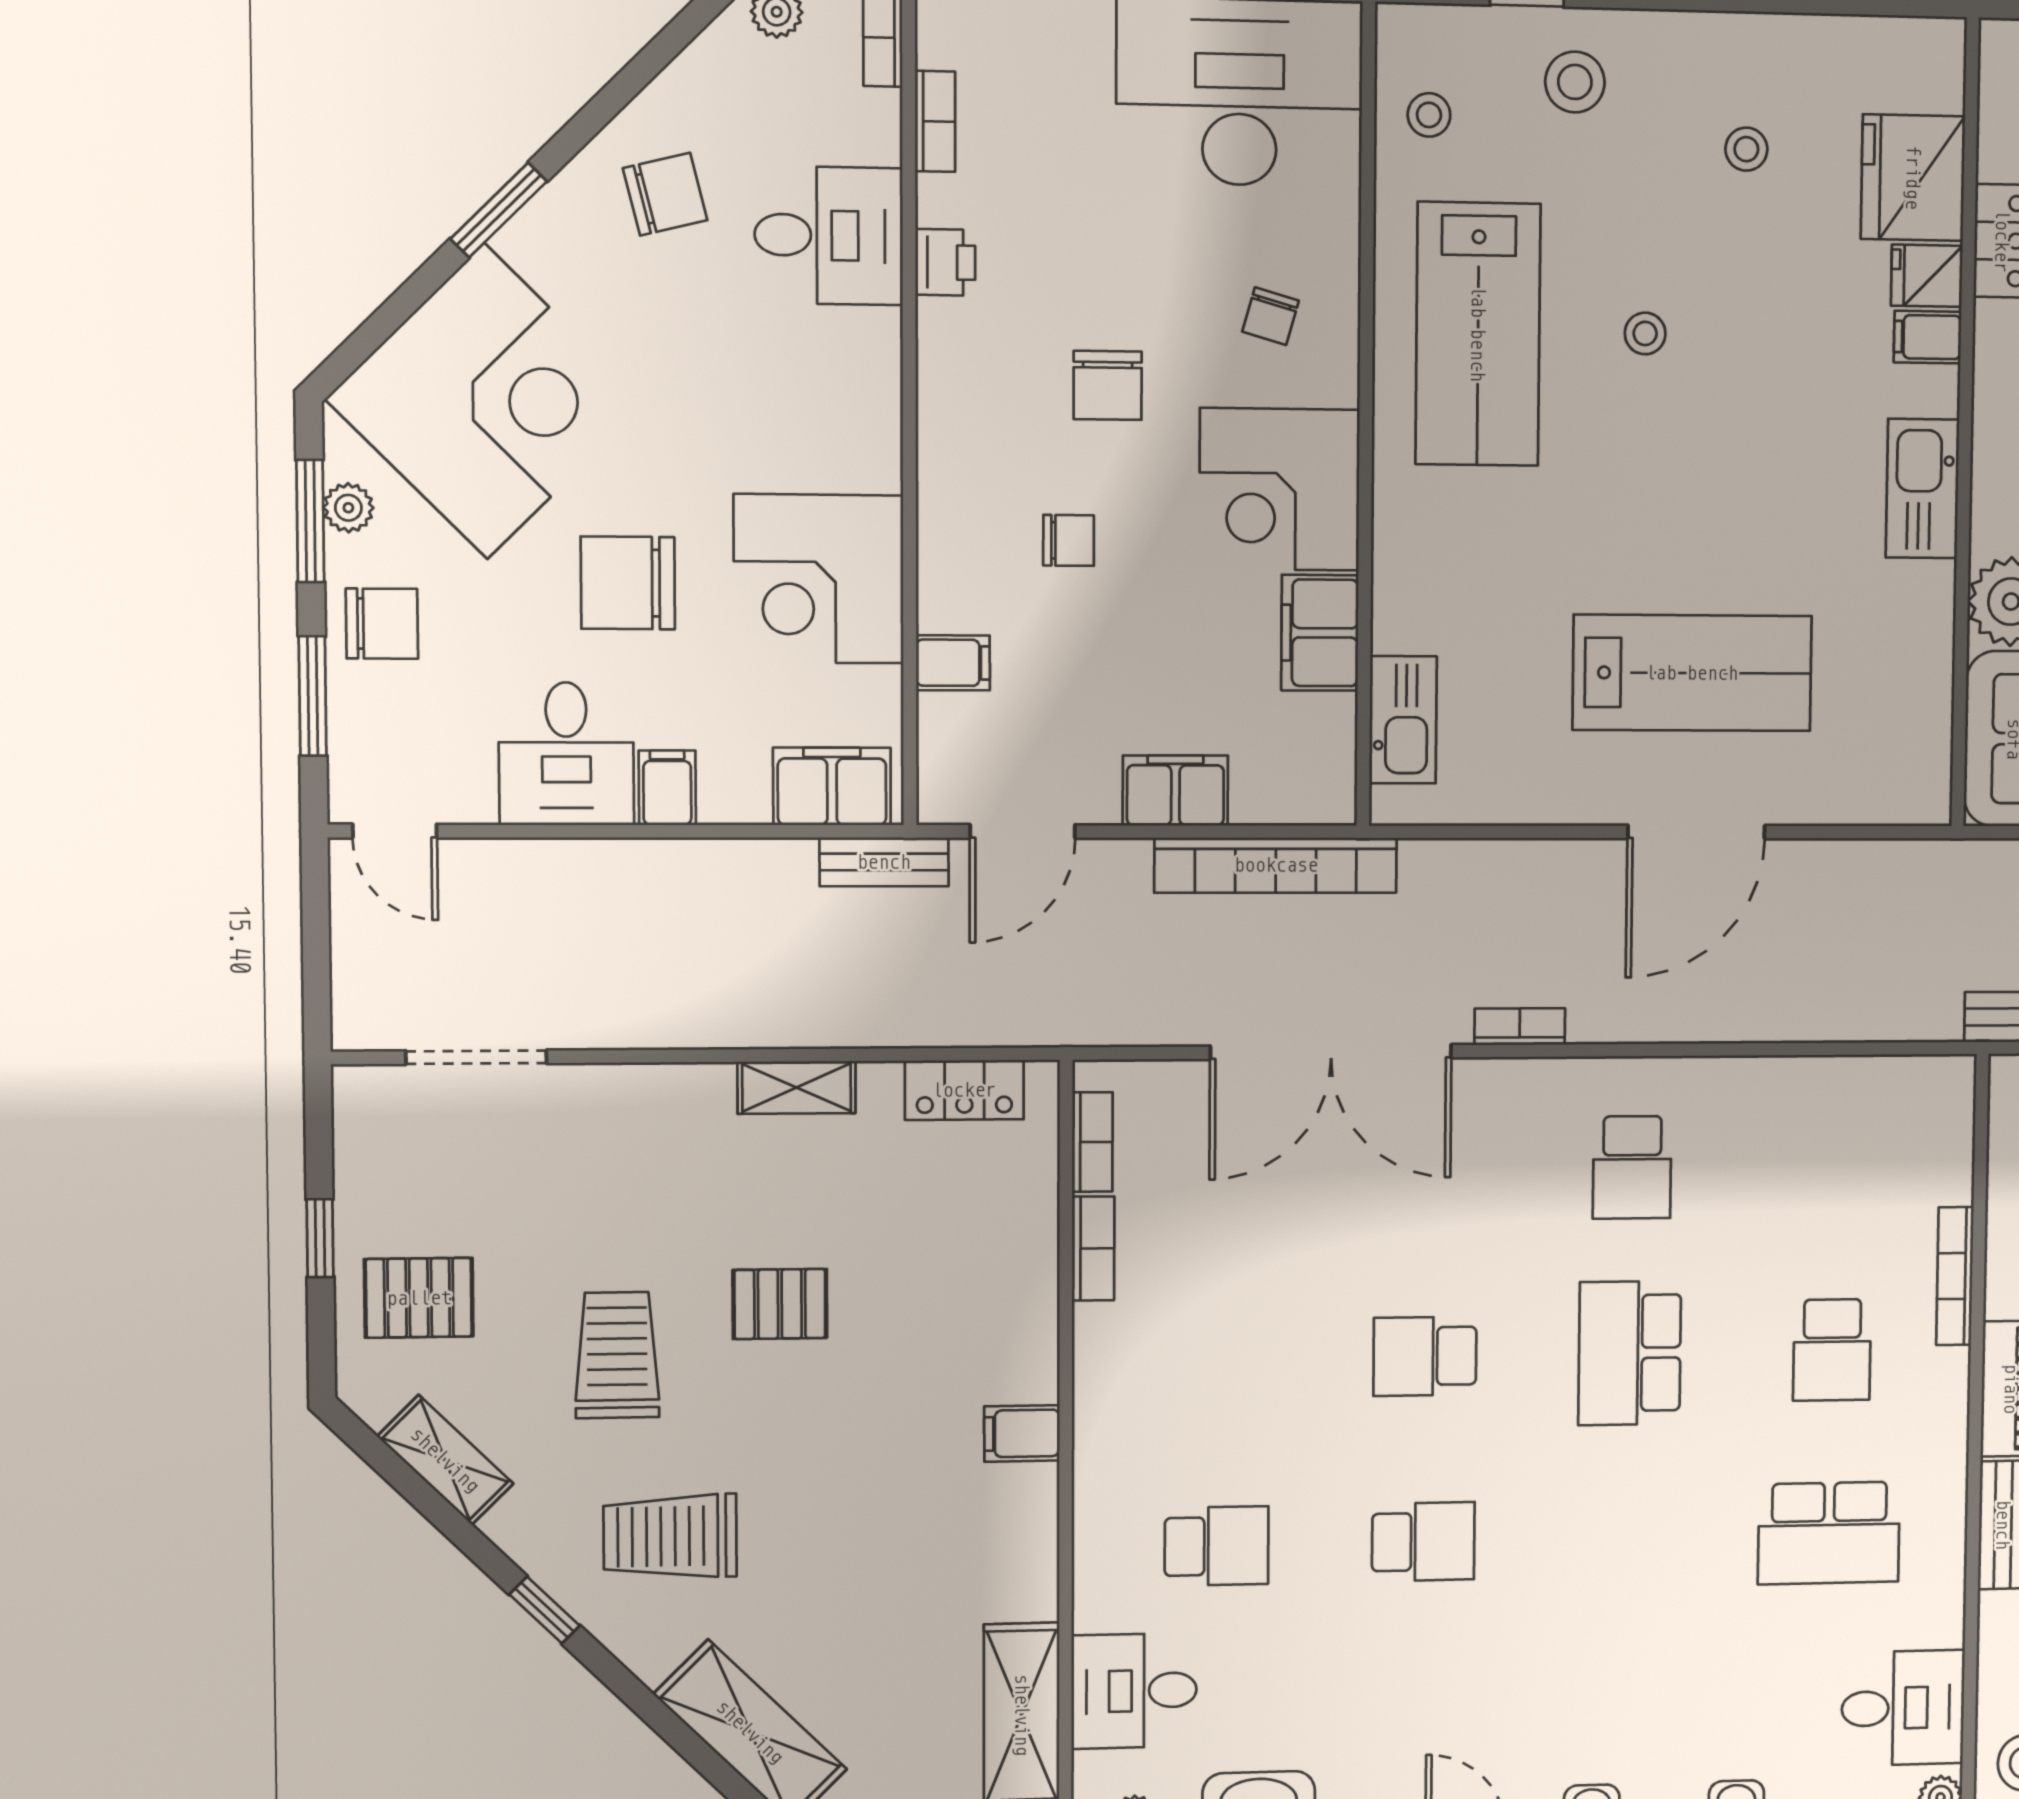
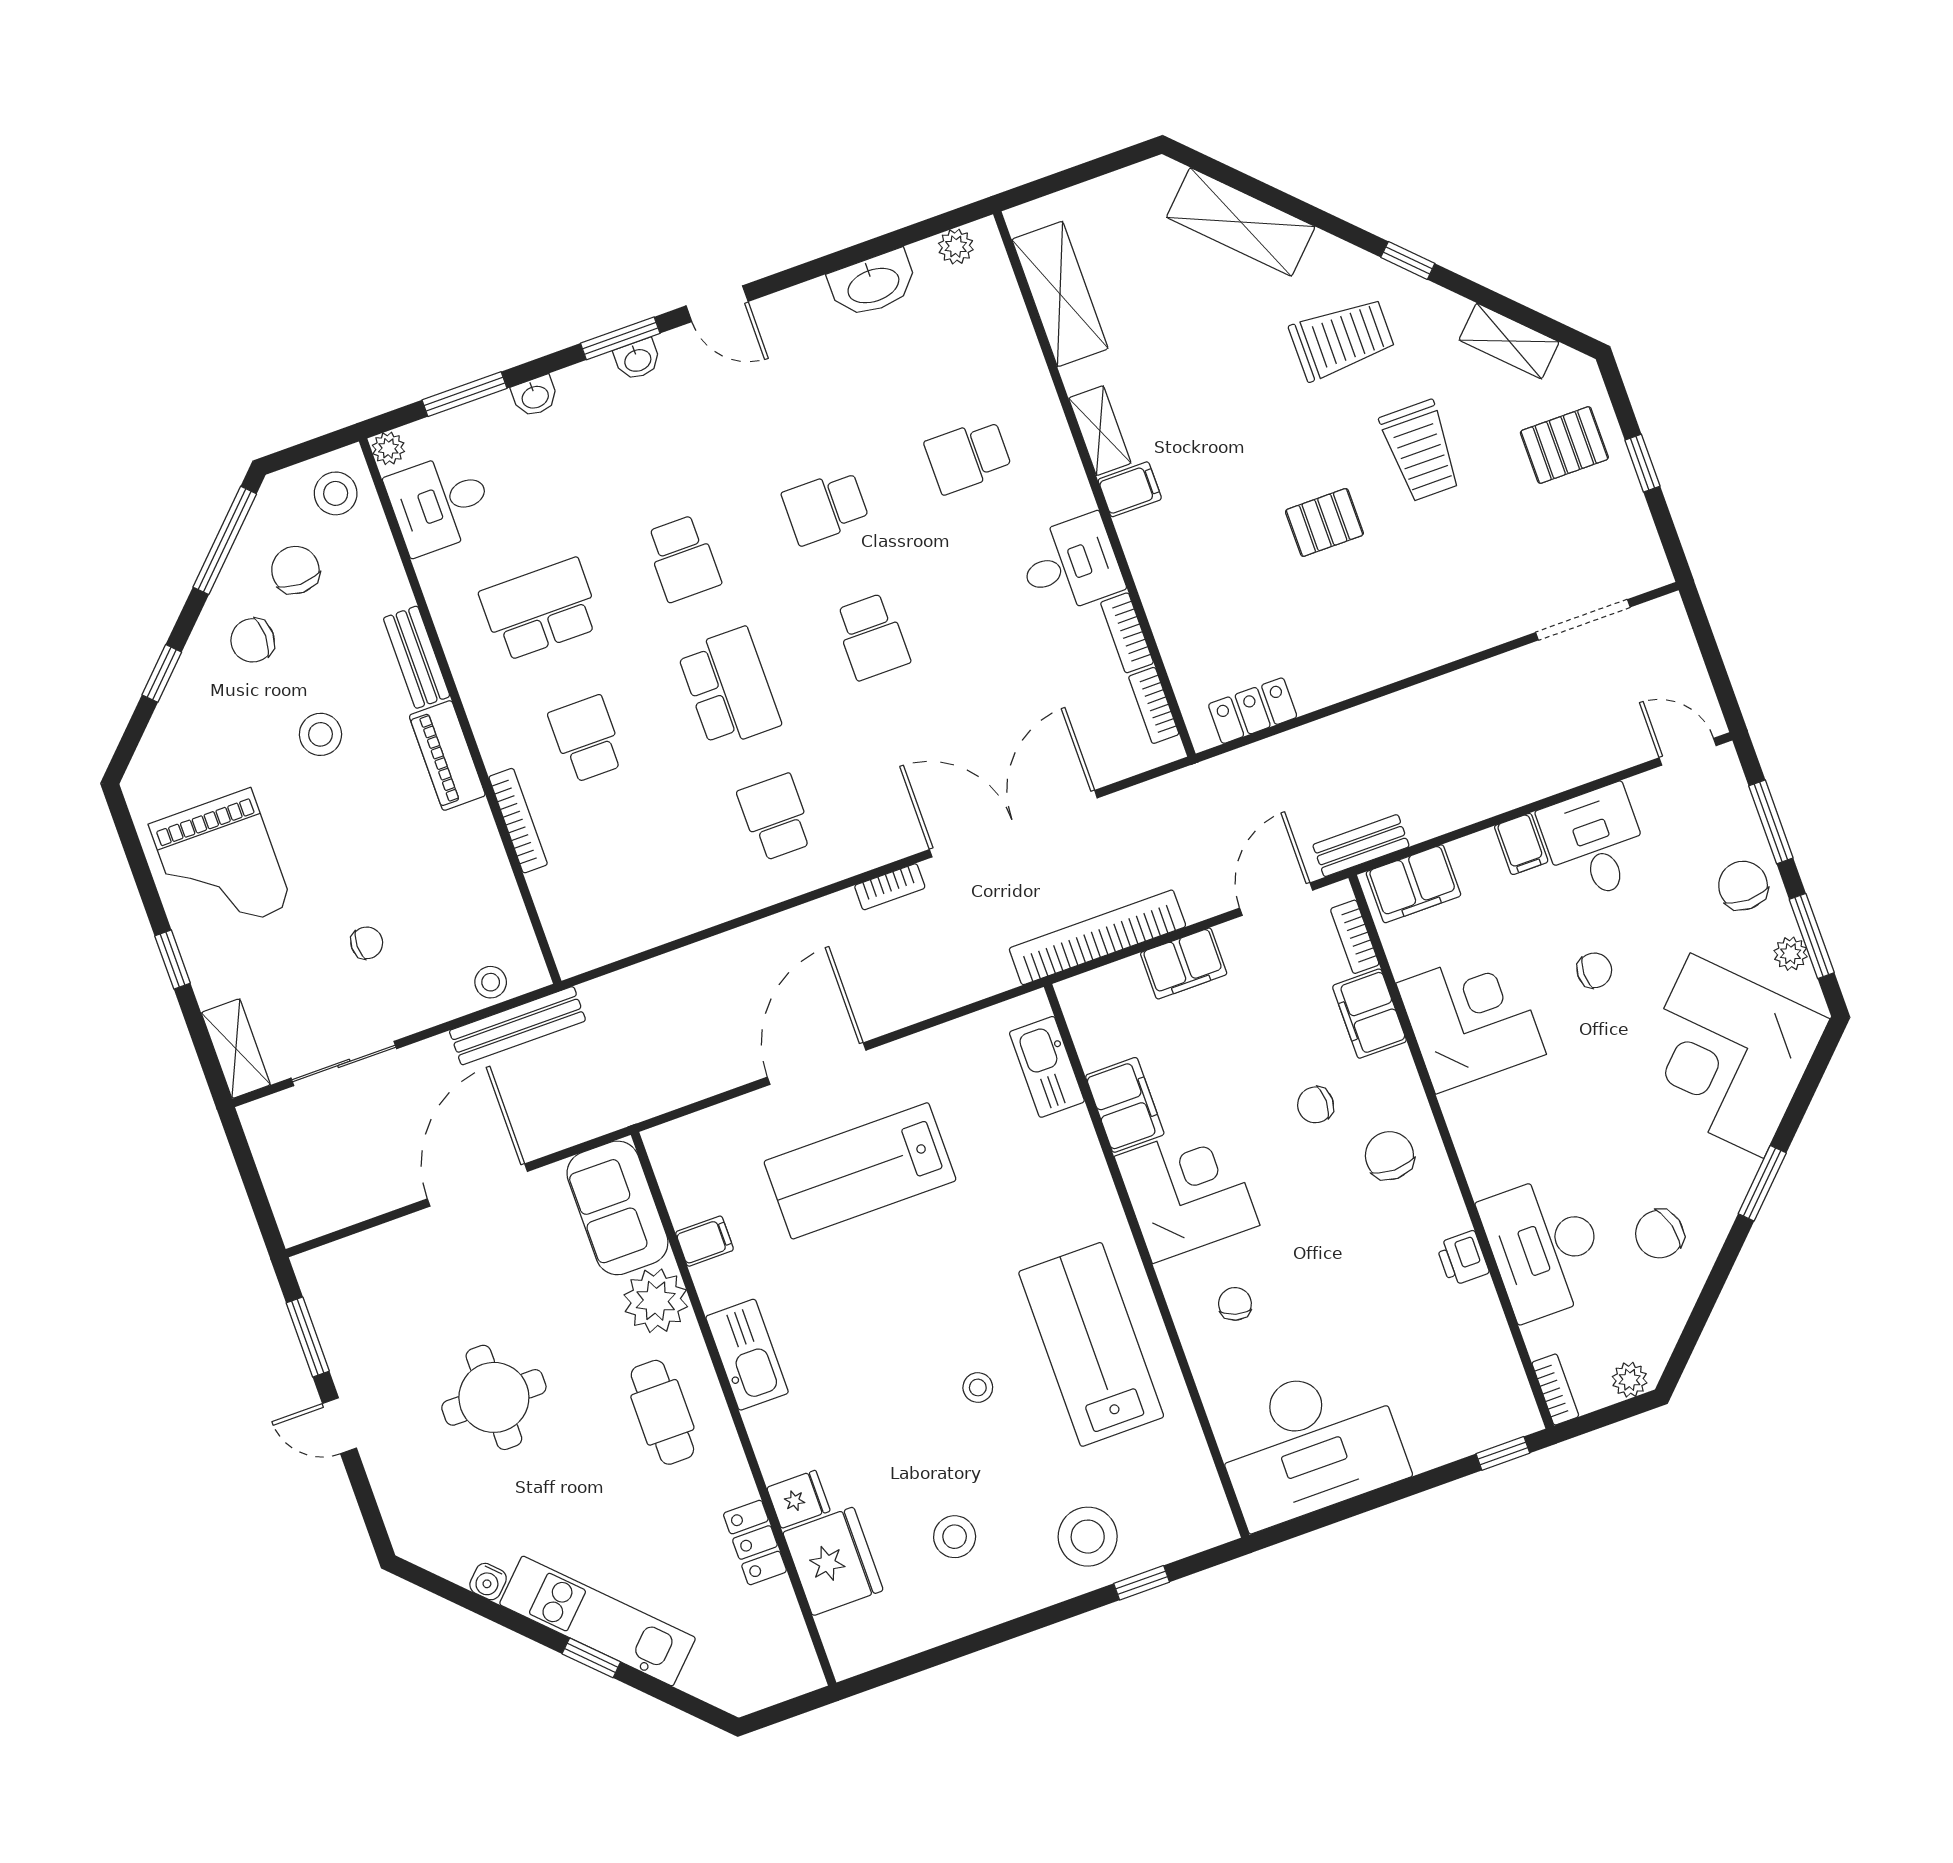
stool: (1575, 82) -> (1088, 1537), width x1.38, depth x1.38
stool: (1429, 115) -> (1178, 1477), removed
bookcase: (935, 121) -> (1355, 937), moved
stool: (1746, 149) -> (955, 1537), width x1.37, depth x1.37
desk: (829, 235) -> (1545, 1247), width x1.37
filing cabinet: (1928, 337) -> (705, 1241), moved
chair: (1108, 385) -> (1389, 1156), moved
chair: (628, 583) -> (1594, 970), width x0.54, depth x0.54
chair: (382, 624) -> (1743, 886), turned 90
filing cabinet: (953, 663) -> (1369, 1014), width x2.00
shelving: (797, 1087) -> (1100, 431), moved, turned 90
school desk: (1425, 1356) -> (872, 637), turned 90
school desk: (1627, 1537) -> (683, 558), added
desk: (1134, 1691) -> (1070, 564), moved

